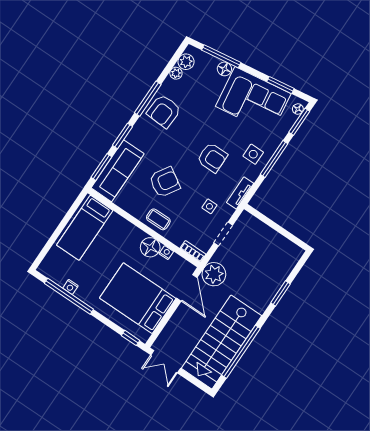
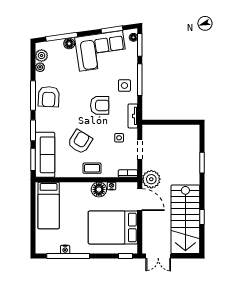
window: (241, 352) -> (202, 217), width x0.32

